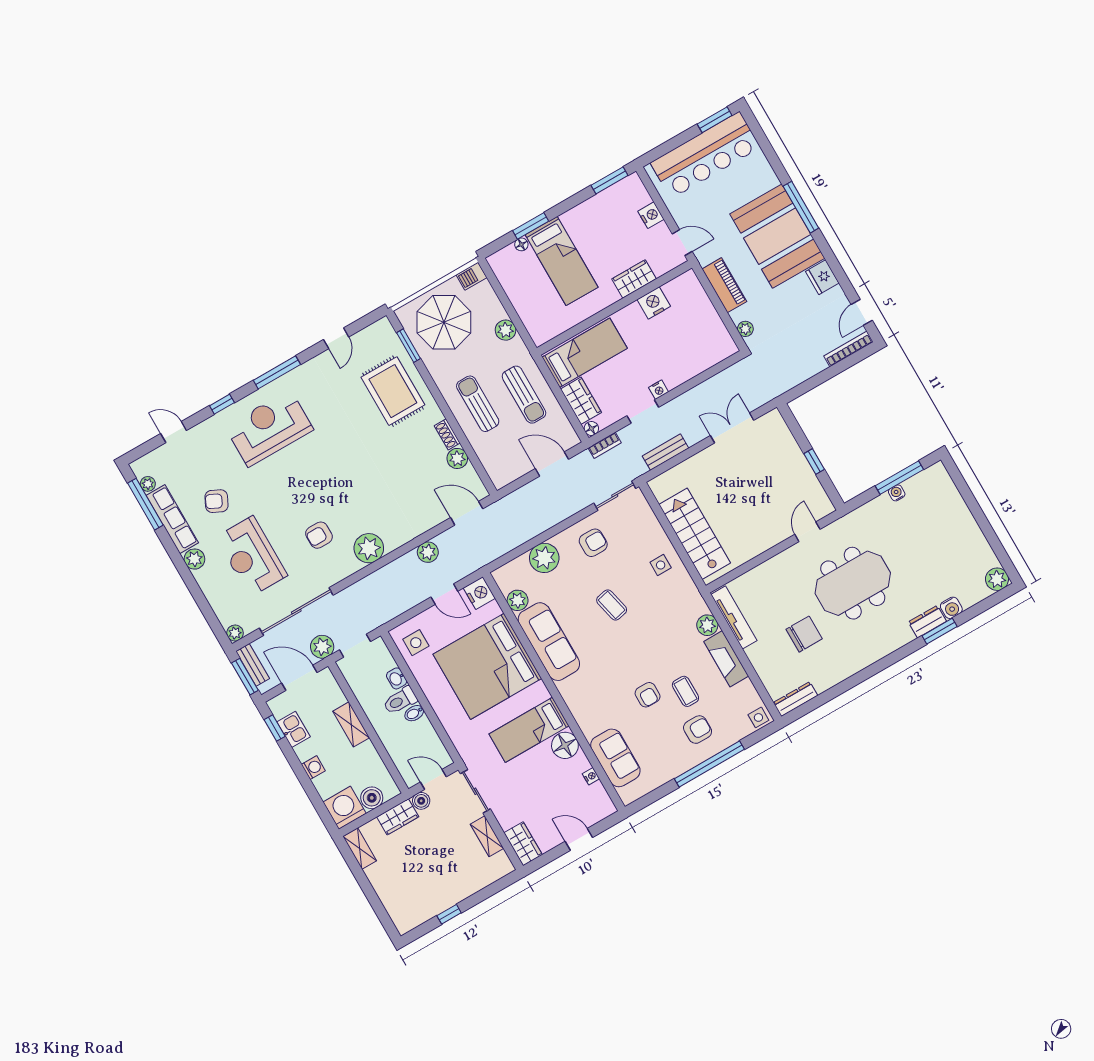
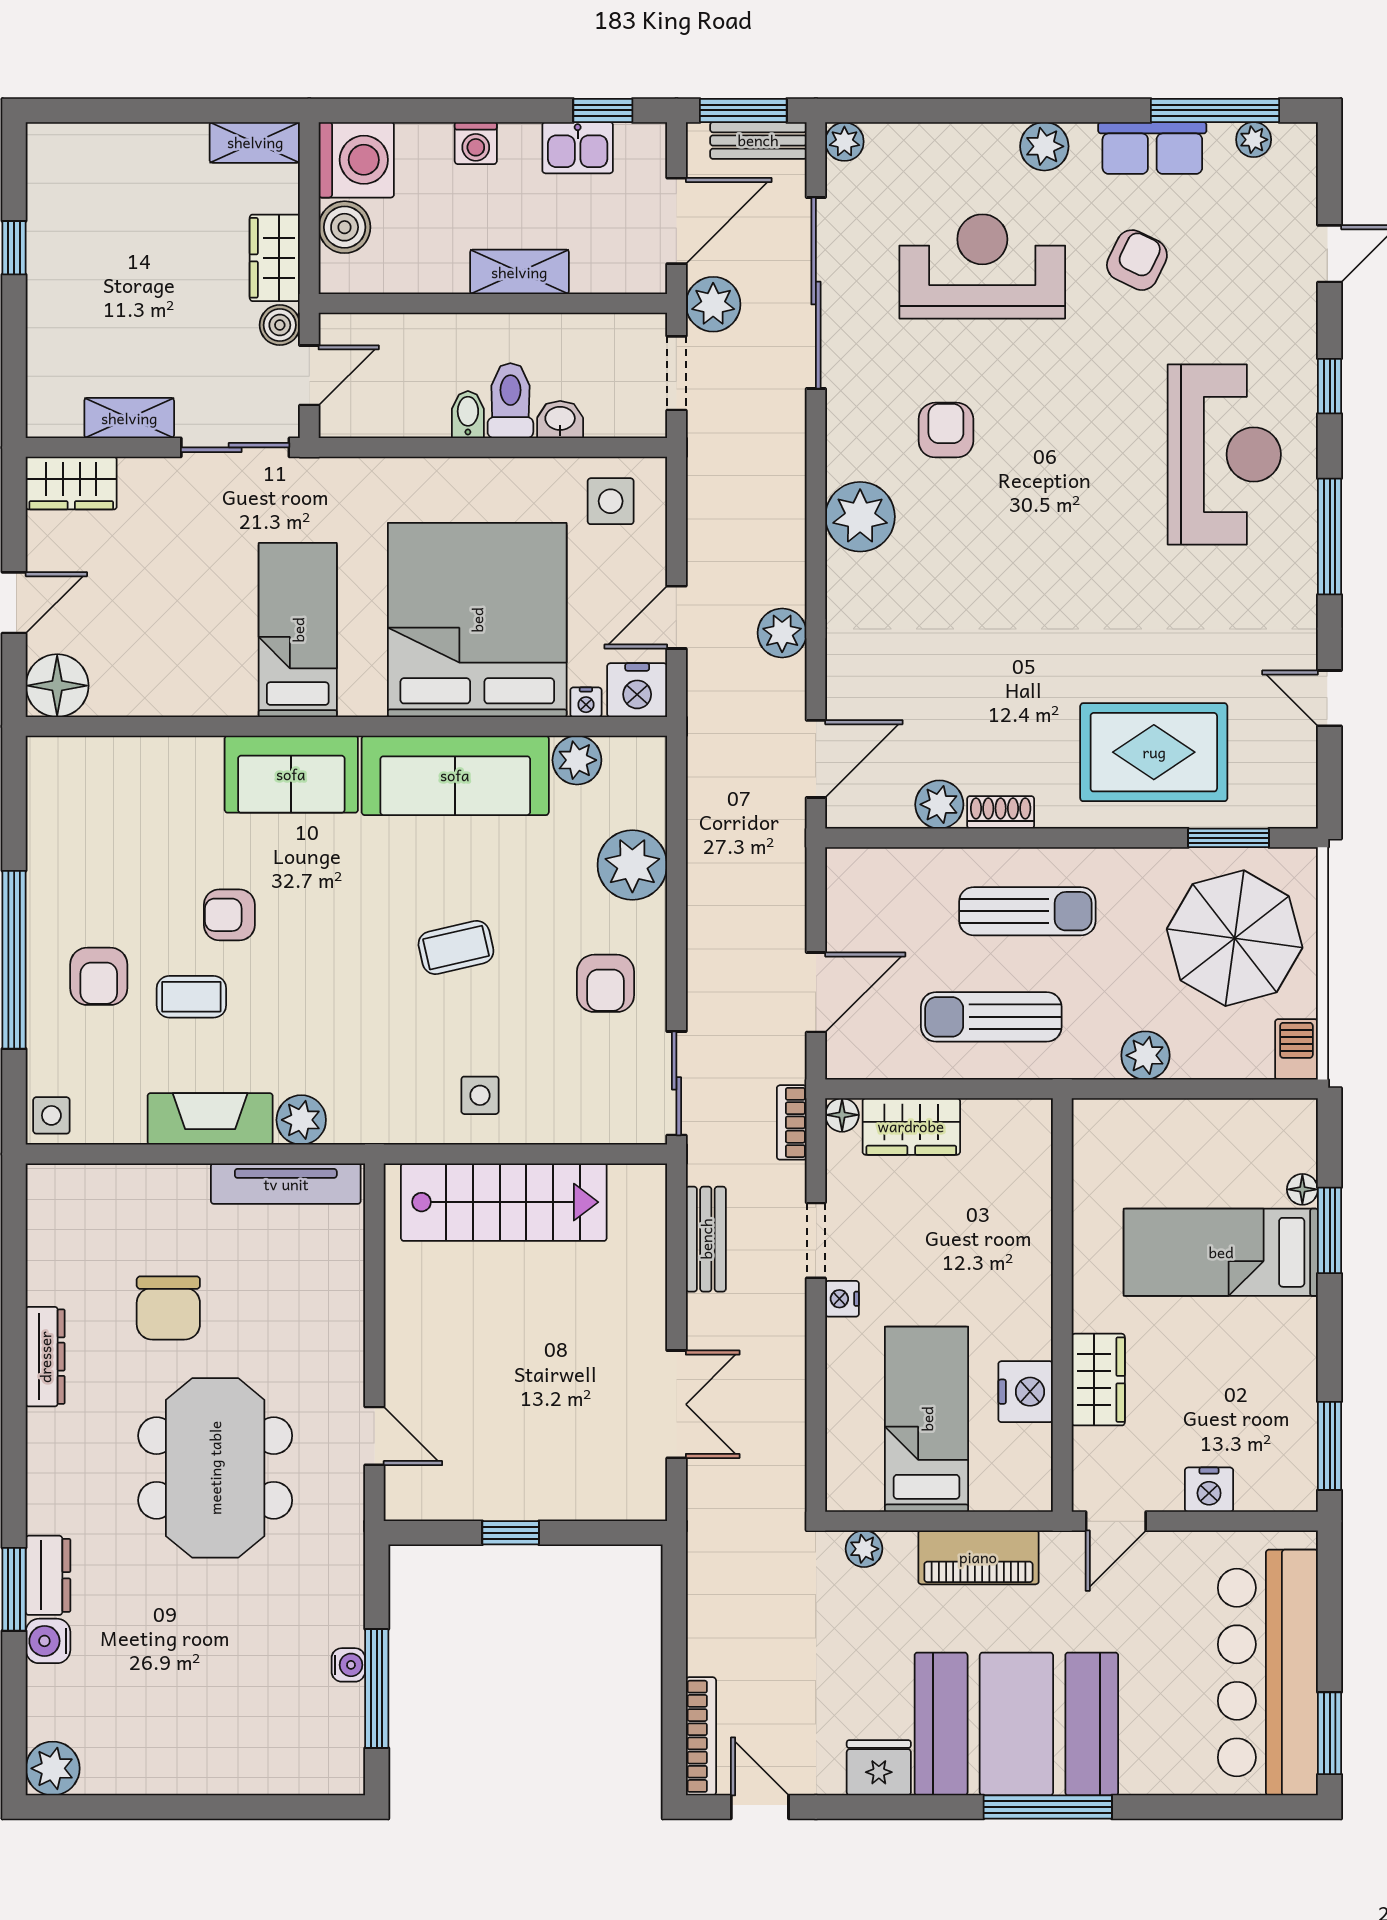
bed: (585, 353) -> (927, 1419), moved, turned 180
row of seats: (172, 519) -> (1152, 148), width x0.68
dresser: (795, 699) -> (45, 1357), moved
floor lamp: (565, 745) -> (57, 686), moved
sofa: (615, 758) -> (291, 774), moved
nightstand: (591, 776) -> (586, 702), moved

